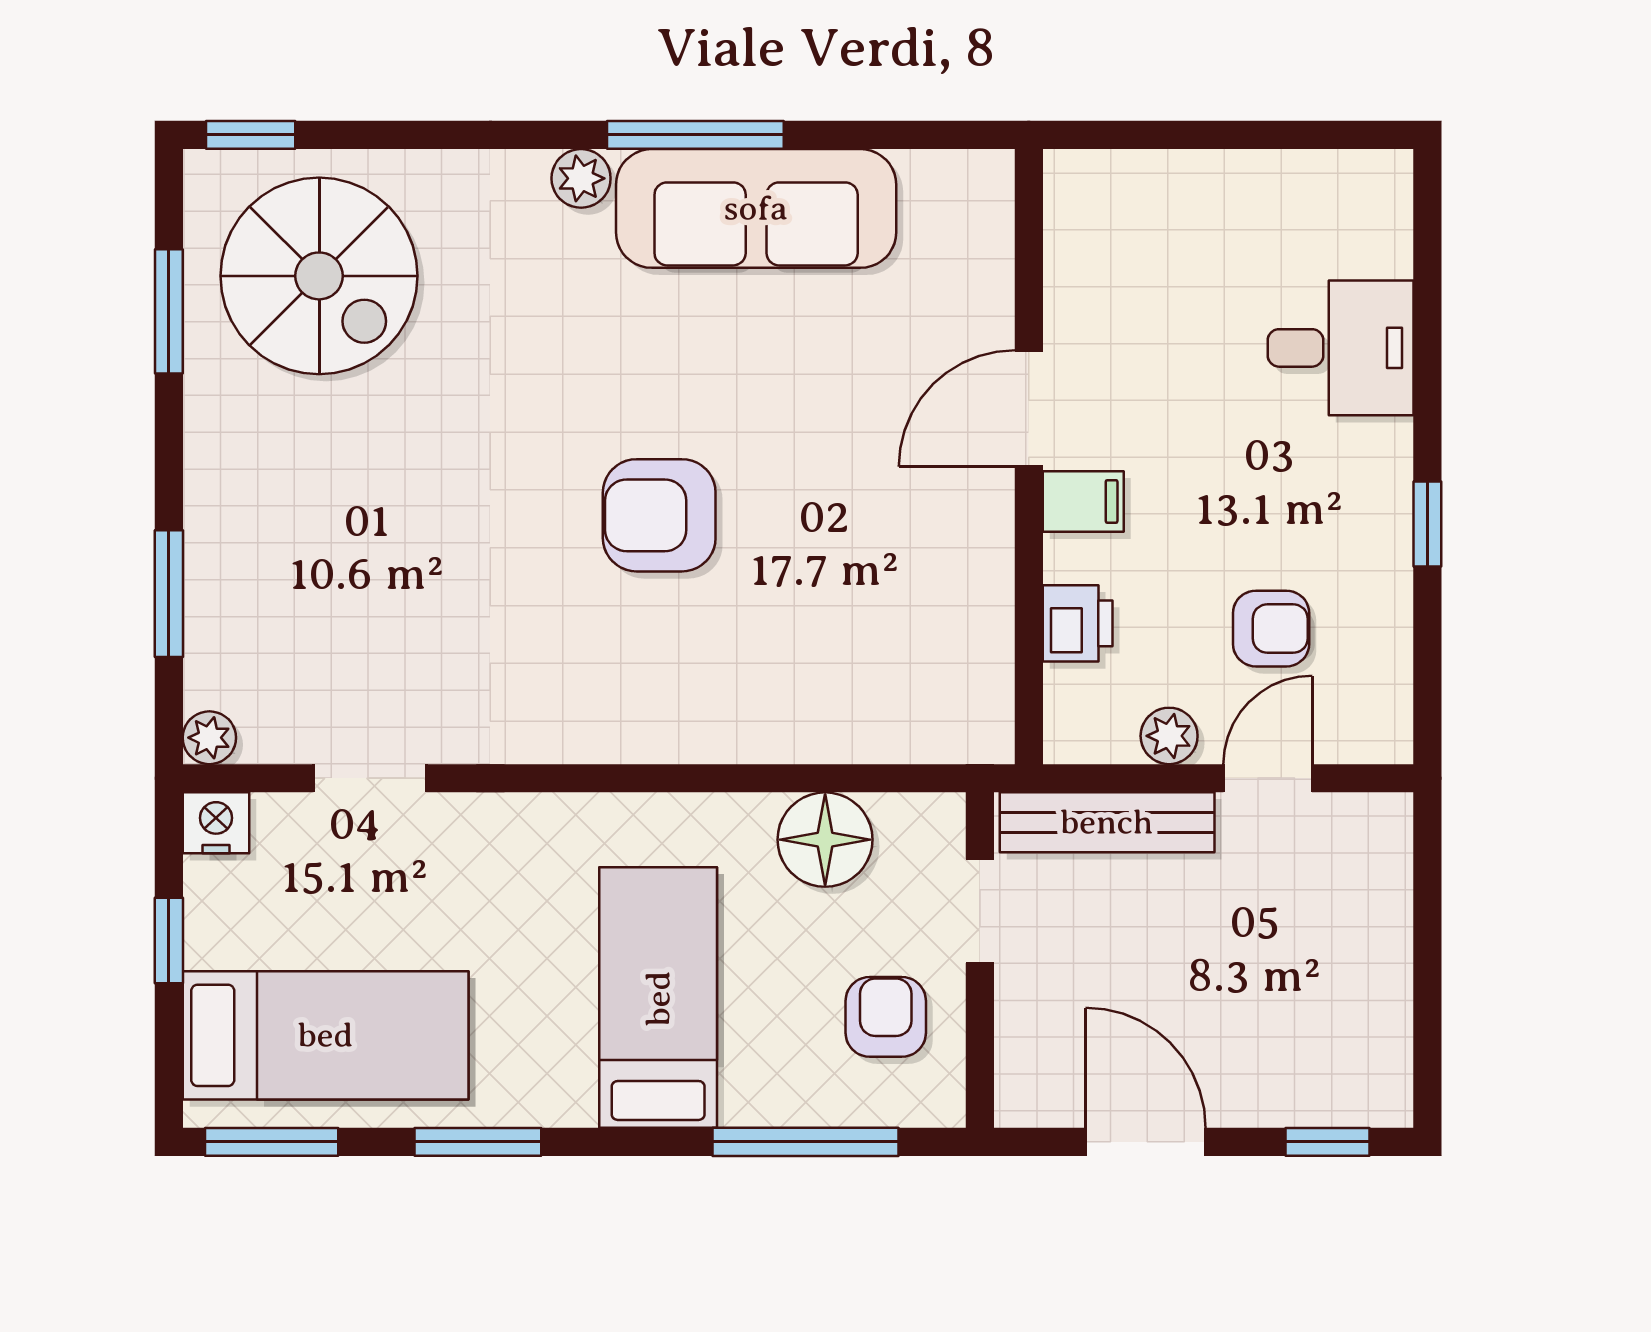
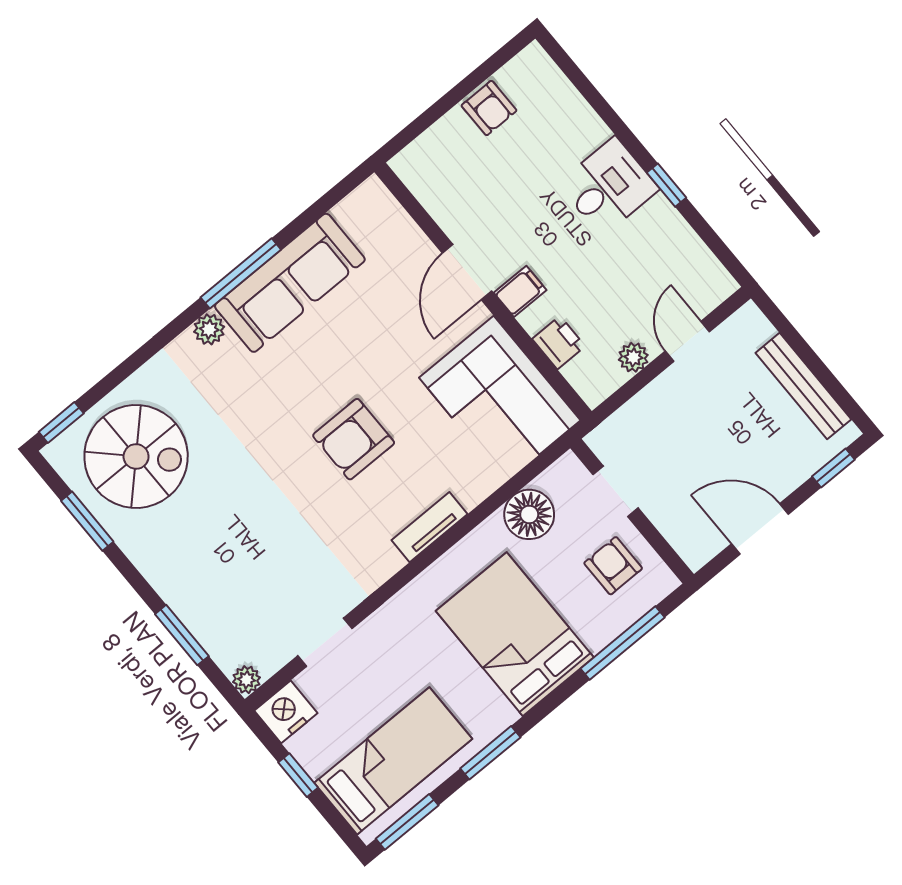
desk: (1341, 348) -> (608, 186), moved
armchair: (1271, 629) -> (489, 108), moved, turned 90
corner sofa: (922, 634) -> (500, 399), added
tv unit: (663, 737) -> (430, 527), added
bench: (1107, 822) -> (803, 386), moved, turned 90
nightstand: (216, 823) -> (286, 712), width x1.36, depth x1.33
bed: (658, 998) -> (515, 634), width x1.50

